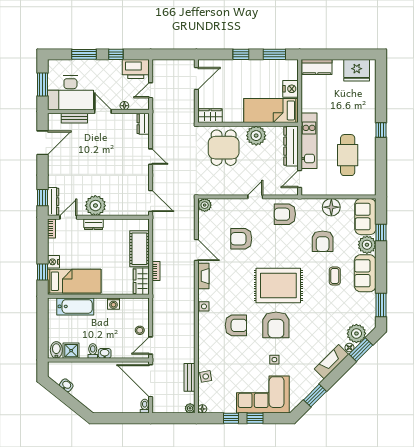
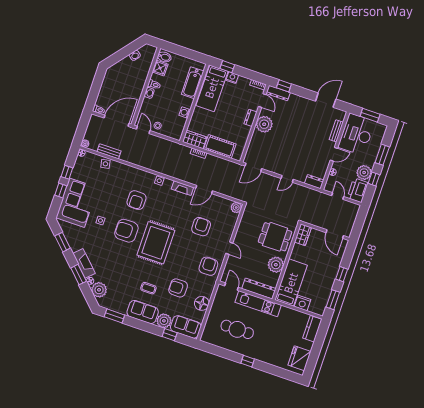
plant: (112, 69) -> (364, 173), added
door: (43, 143) -> (326, 100), swing flipped
window: (361, 350) -> (79, 275), moved

